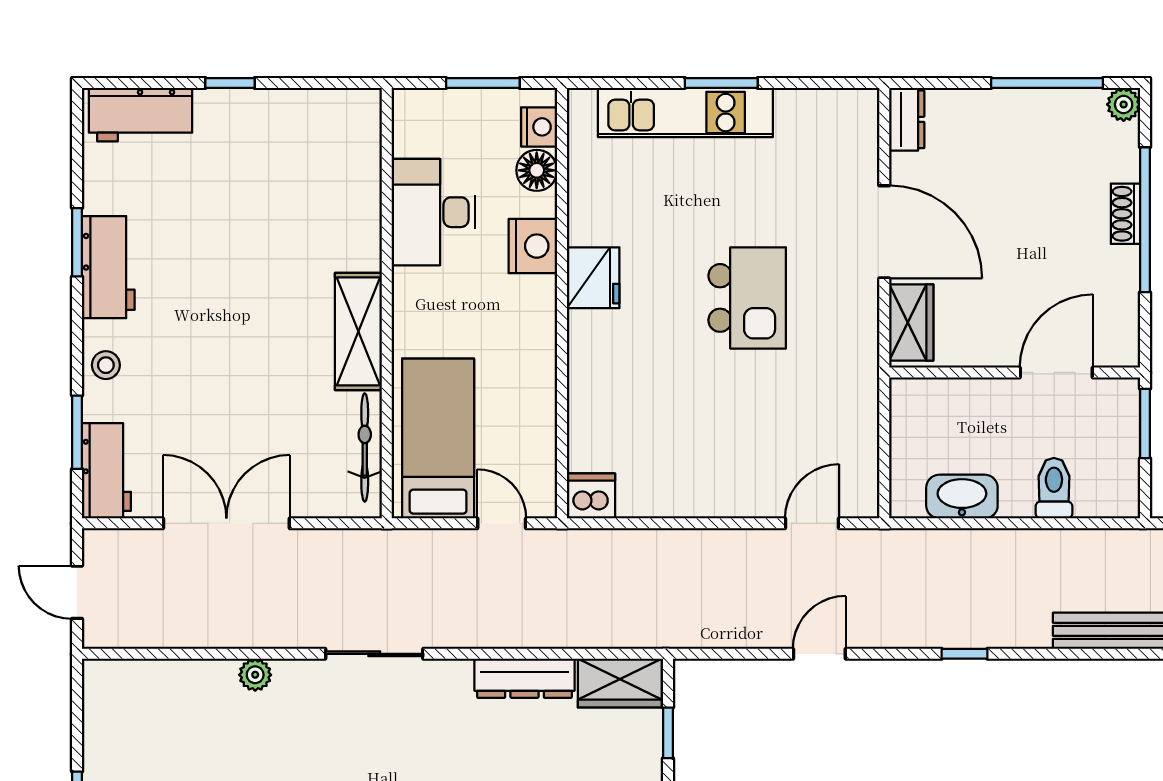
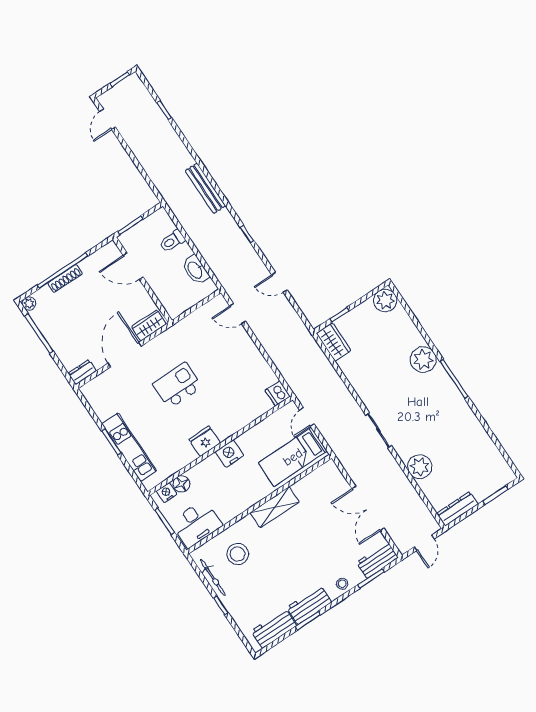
workbench: (141, 115) -> (274, 628), moved, turned -90
stool: (313, 189) -> (238, 554), added
desk: (433, 212) -> (196, 524), moved
shoe rack: (1126, 214) -> (65, 278), width x1.43
nightstand: (533, 246) -> (229, 454), moved
bicycle: (365, 447) -> (213, 577), moved, turned -90
plant: (255, 675) -> (420, 467), width x1.88, depth x1.88
dresser: (525, 678) -> (457, 509), moved, turned -90

